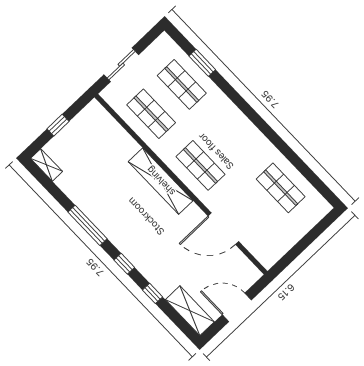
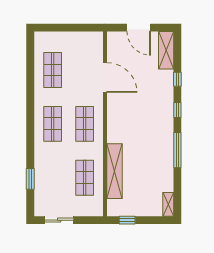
sliding door: (121, 65) -> (59, 220), moved
shop shelf: (182, 84) -> (53, 124), moved
window: (58, 125) -> (127, 220), moved
shelving: (161, 181) -> (115, 171), moved

